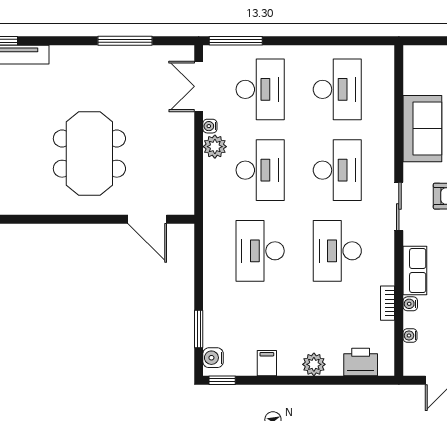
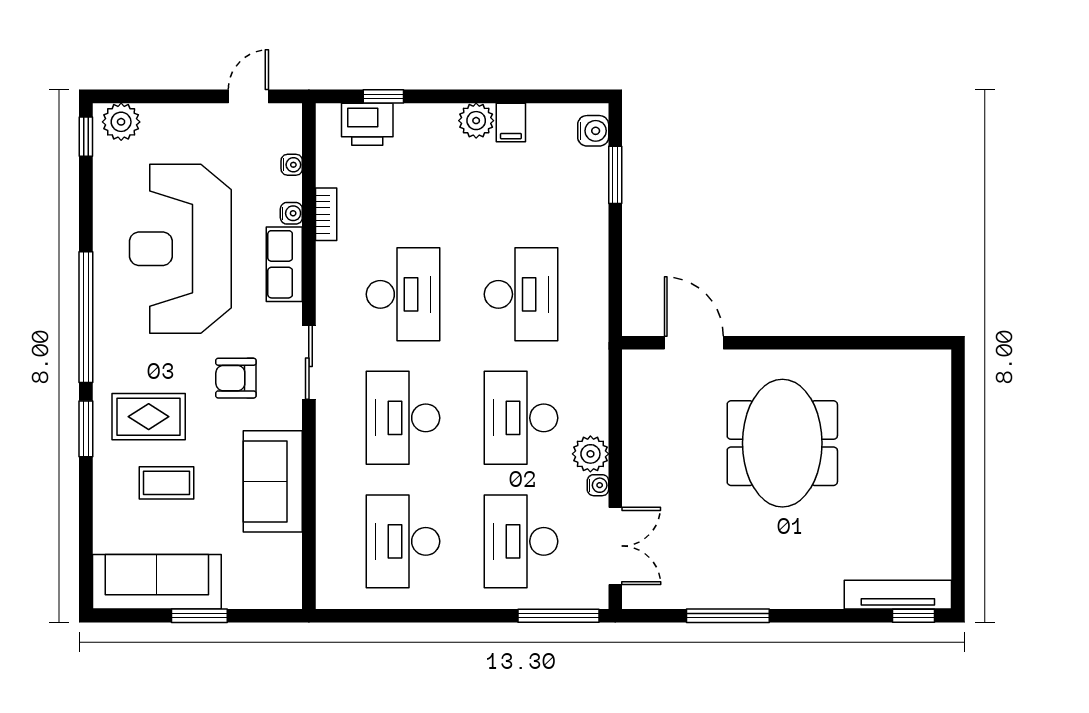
plant: (314, 364) -> (476, 121), moved
window: (222, 380) -> (383, 96), moved

